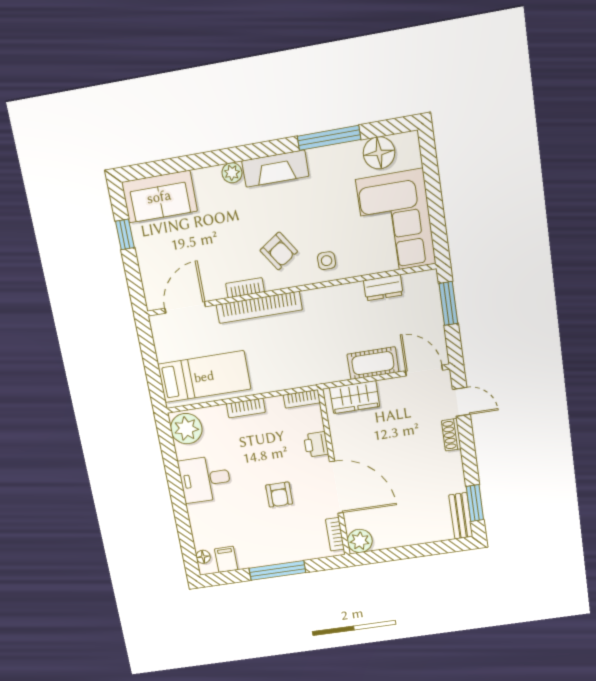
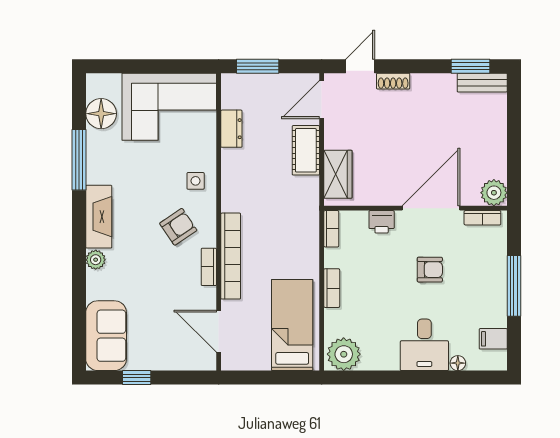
desk: (205, 479) -> (424, 345), moved
floor lamp: (203, 557) -> (458, 363), moved

